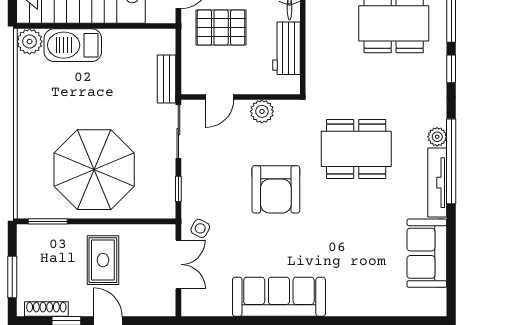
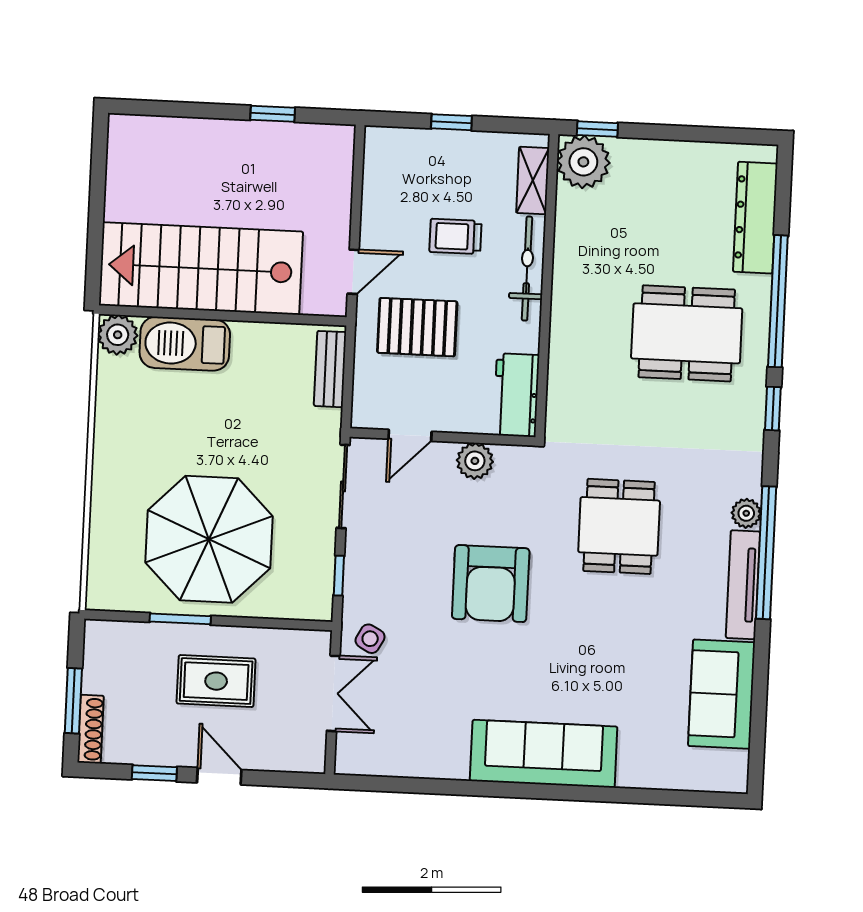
workbench: (286, 48) -> (516, 395), moved
bench: (167, 79) -> (330, 369), moved
dining table: (356, 149) -> (619, 526), width x0.73
window: (48, 221) -> (180, 619), moved
rug: (103, 260) -> (216, 681), turned 90
sofa: (279, 297) -> (544, 754), moved
shoe rack: (46, 309) -> (91, 729), moved, turned 90

